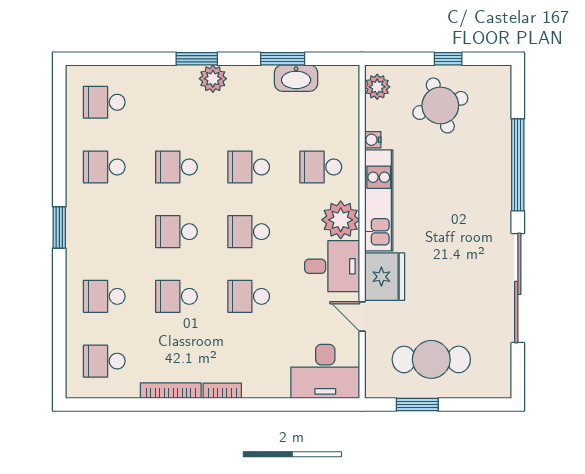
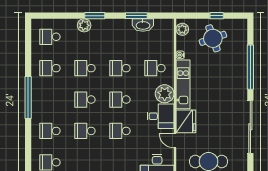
plant: (213, 79) -> (84, 25), moved
window: (59, 227) -> (28, 97), width x2.11

